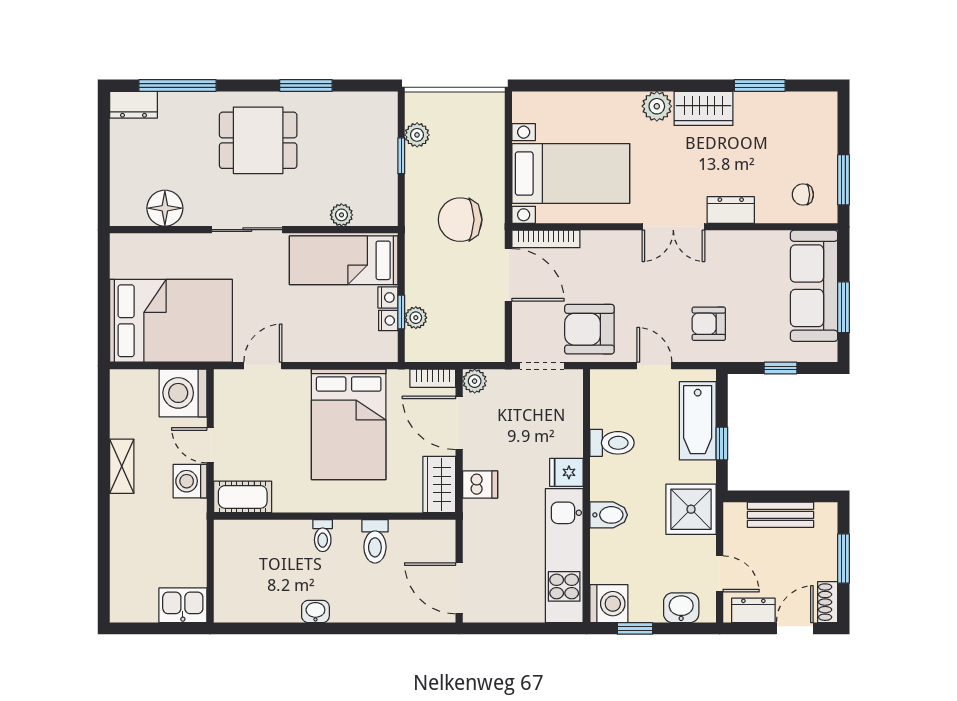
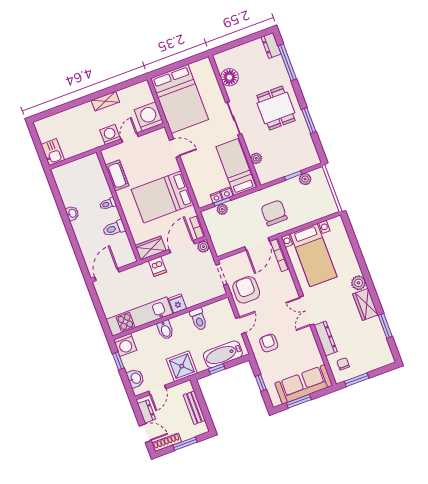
dresser: (731, 210) -> (326, 338), width x1.44
cot: (243, 497) -> (117, 175), moved
shoe rack: (828, 602) -> (167, 442), width x1.43

